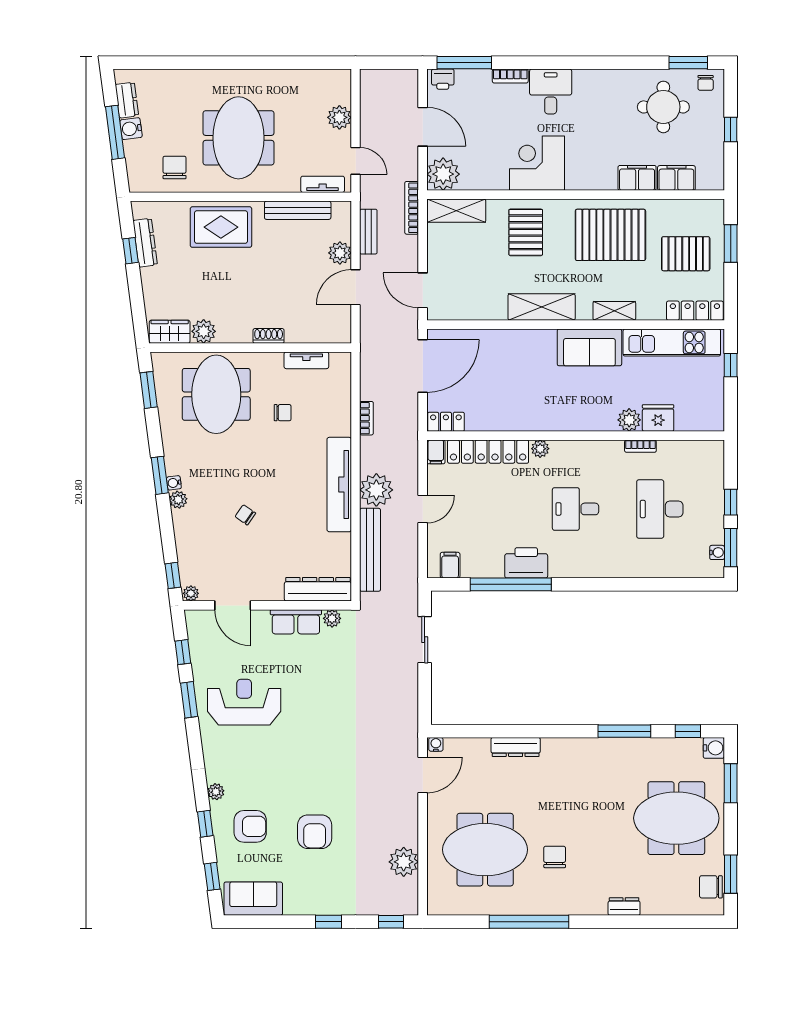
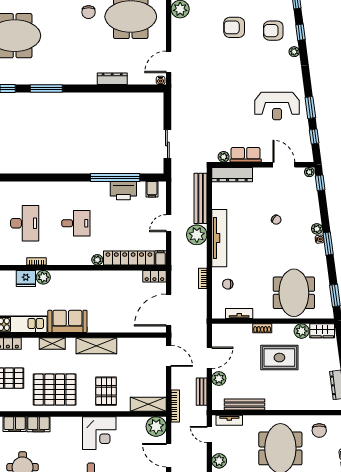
rug: (221, 227) -> (279, 358), moved
chair: (283, 413) -> (228, 284), moved
printer: (526, 563) -> (123, 191), moved
armchair: (315, 832) -> (234, 27), turned -90

